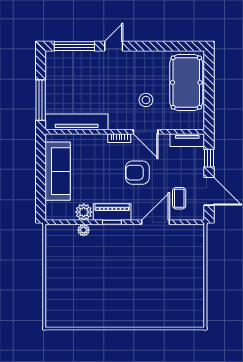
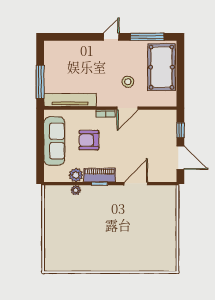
window: (74, 46) -> (147, 37), moved
door: (114, 46) -> (111, 37), moved
door: (146, 132) -> (128, 108), hinge flipped
tv unit: (187, 140) -> (162, 115), removed
armchair: (137, 173) -> (89, 140), moved
coffee table: (179, 198) -> (156, 164), removed

